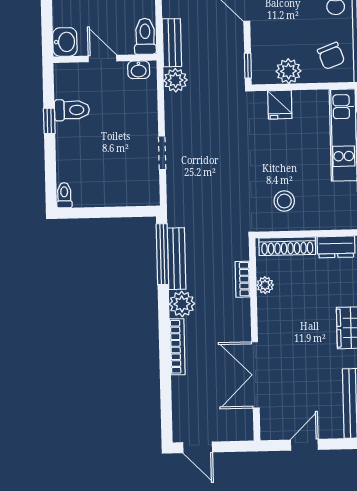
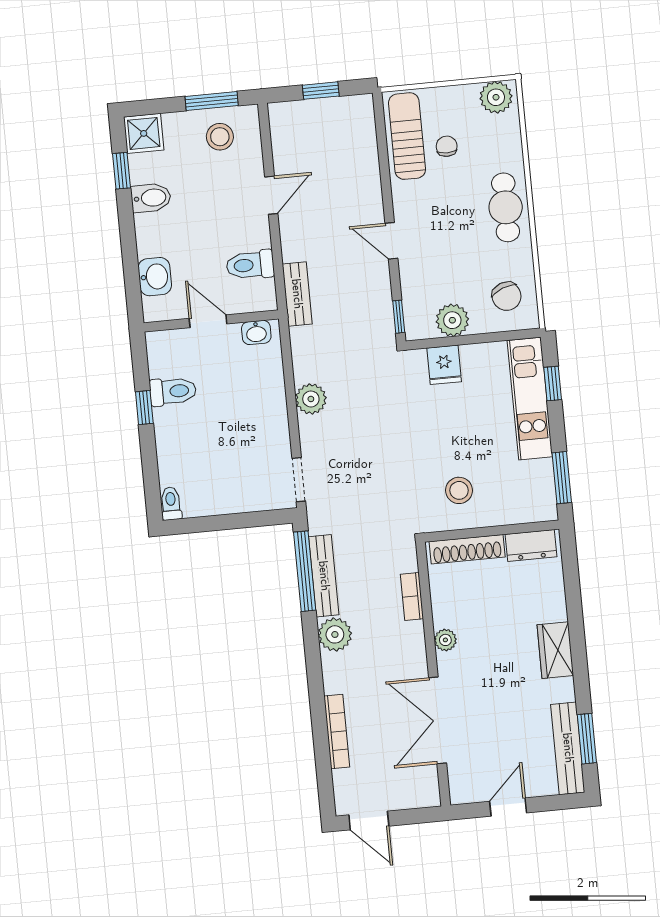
toilet: (145, 36) -> (250, 265), moved, turned -90
washbasin: (65, 42) -> (155, 277), moved
plant: (175, 80) -> (311, 399), moved
doorway: (162, 153) -> (299, 480), moved
plant: (265, 285) -> (445, 640), moved
bookcase: (177, 347) -> (337, 732), moved

